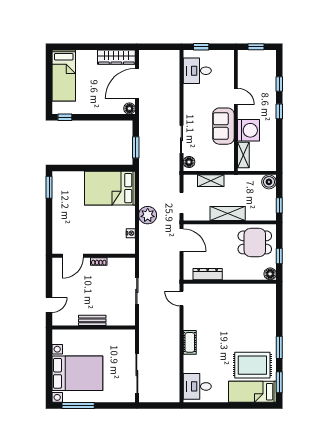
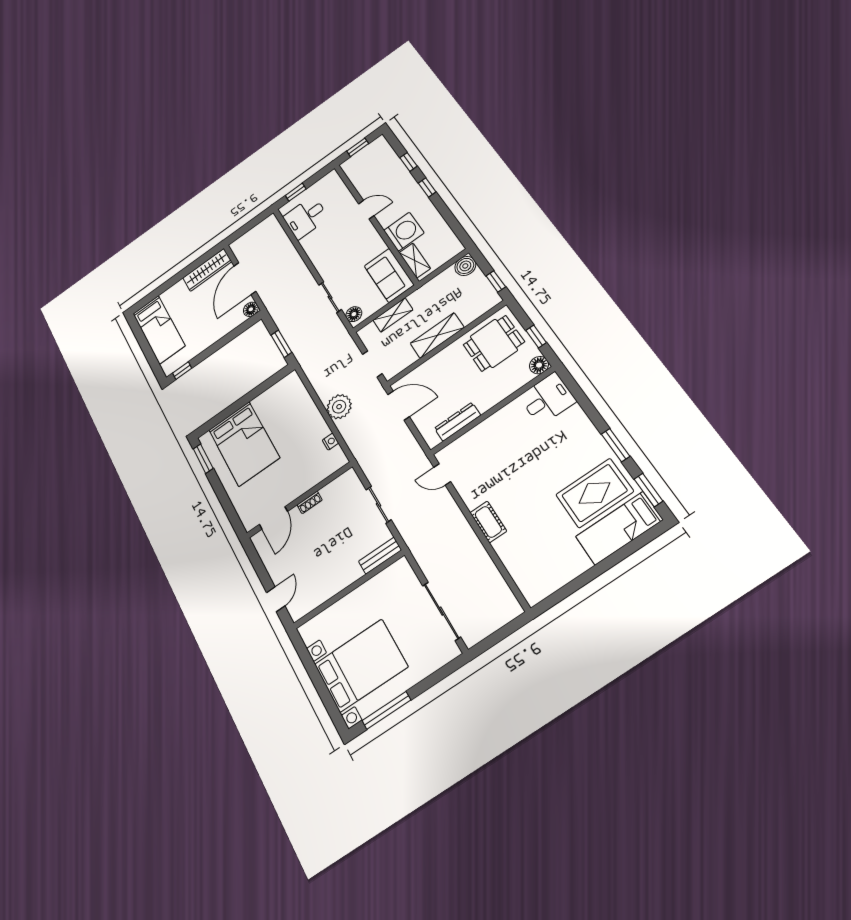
sofa: (223, 126) -> (389, 275), moved
bed: (110, 188) -> (244, 444), moved, turned -90
bench: (92, 320) -> (380, 556), moved
desk: (197, 386) -> (547, 399), moved, turned 180

